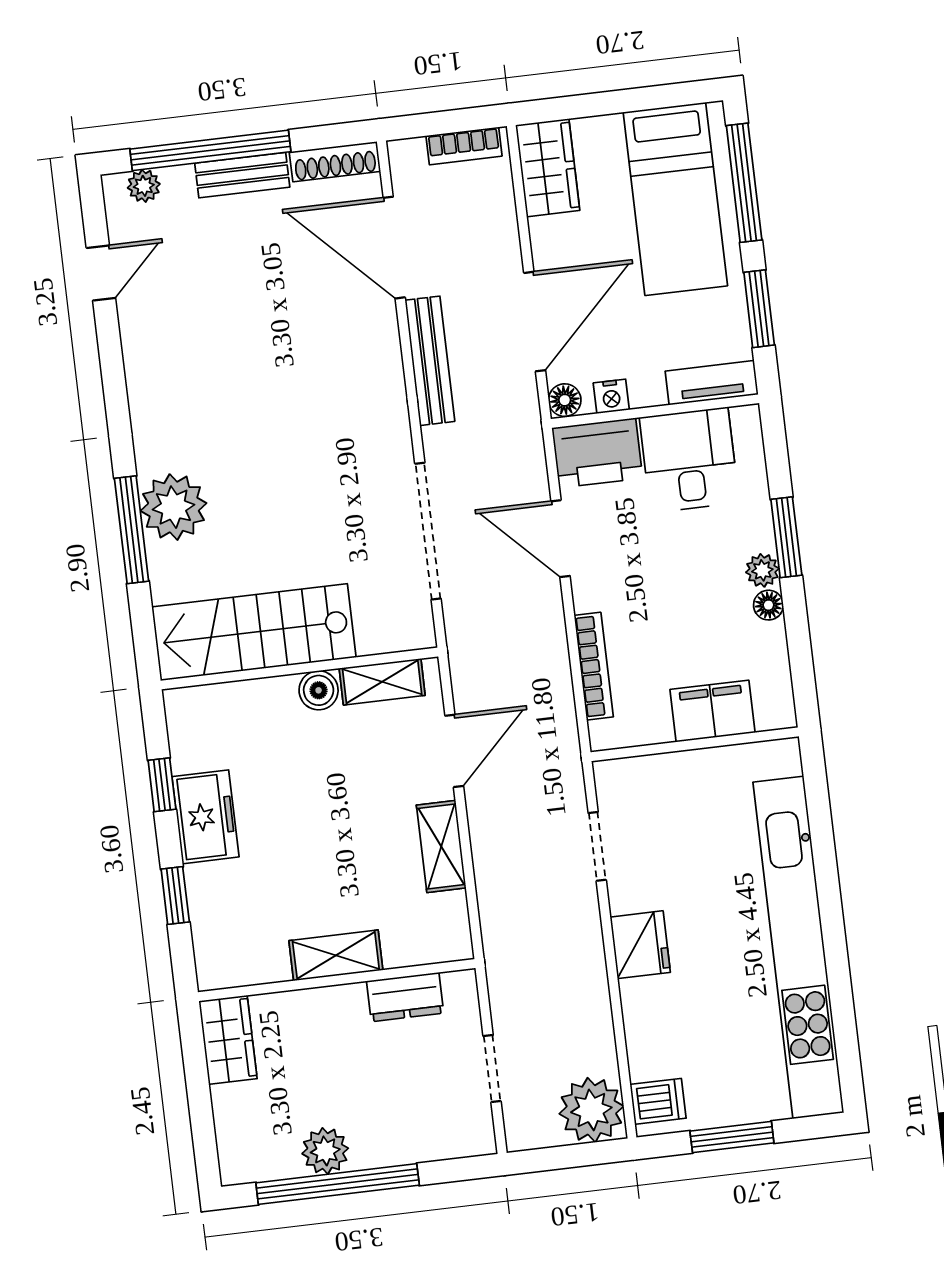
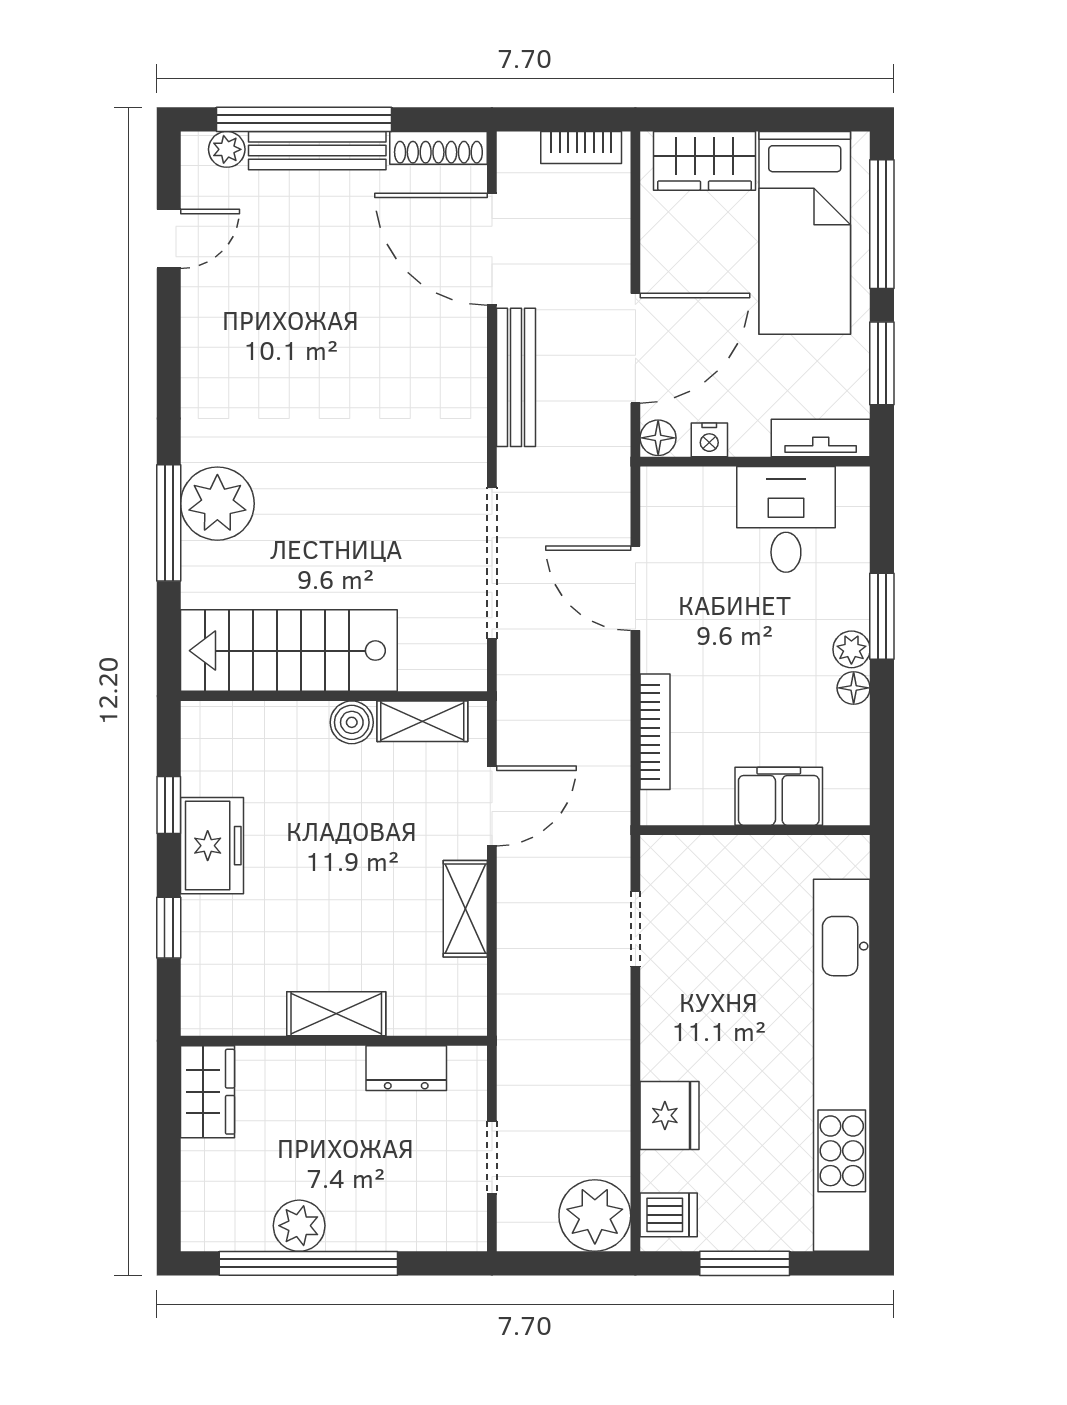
wardrobe: (548, 168) -> (705, 161), moved, turned 90
bench: (242, 175) -> (317, 151), width x1.36
printer: (597, 453) -> (687, 500), removed
fridge: (640, 945) -> (670, 1115), moved

